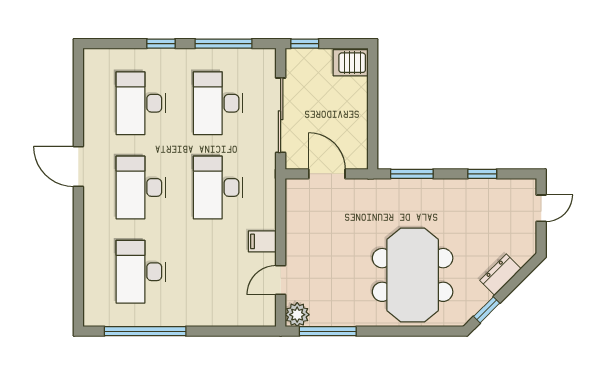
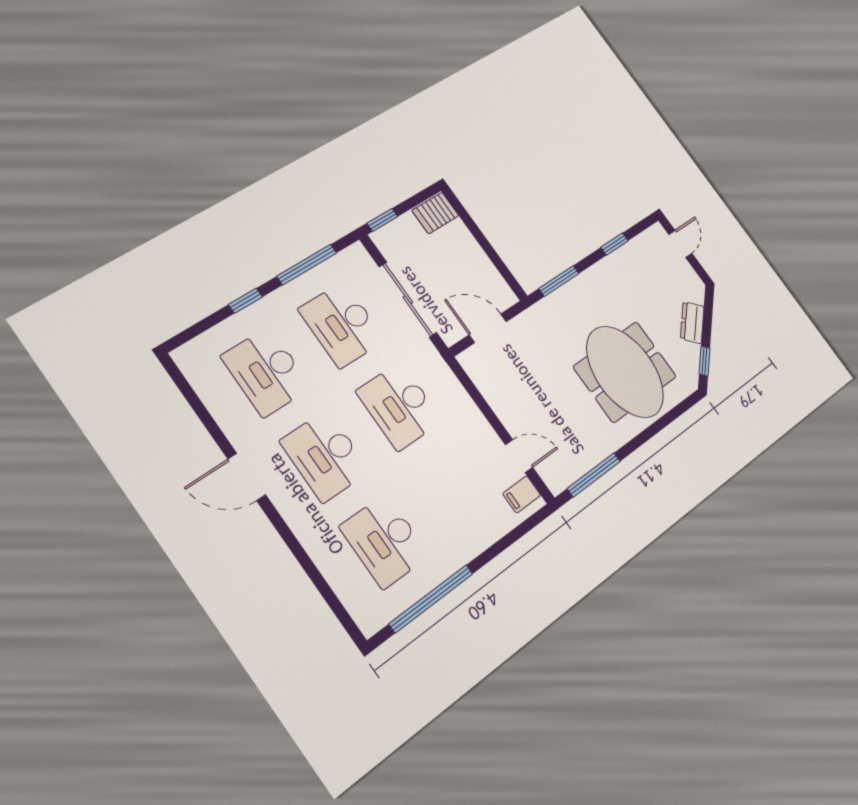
filing cabinet: (262, 241) -> (522, 494), moved
door: (281, 280) -> (519, 456), swing flipped
plant: (297, 315) -> (557, 479), removed

